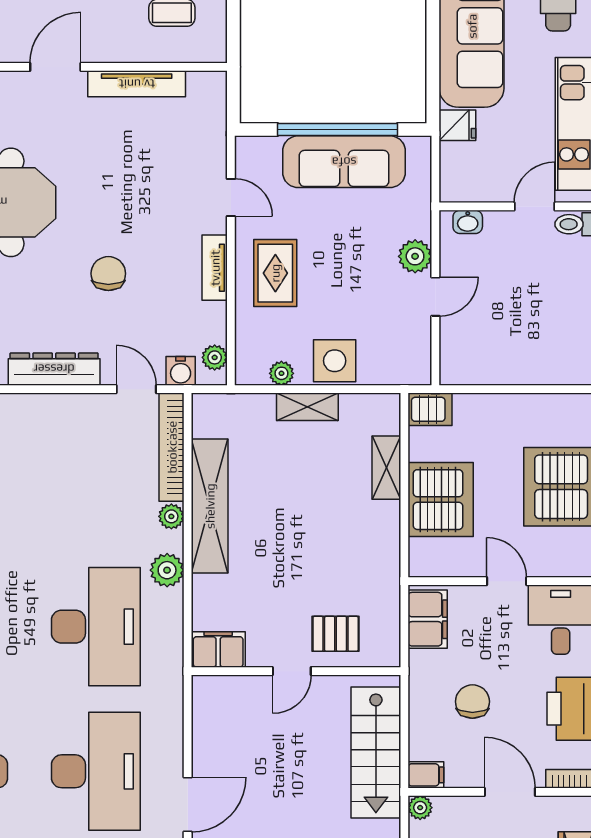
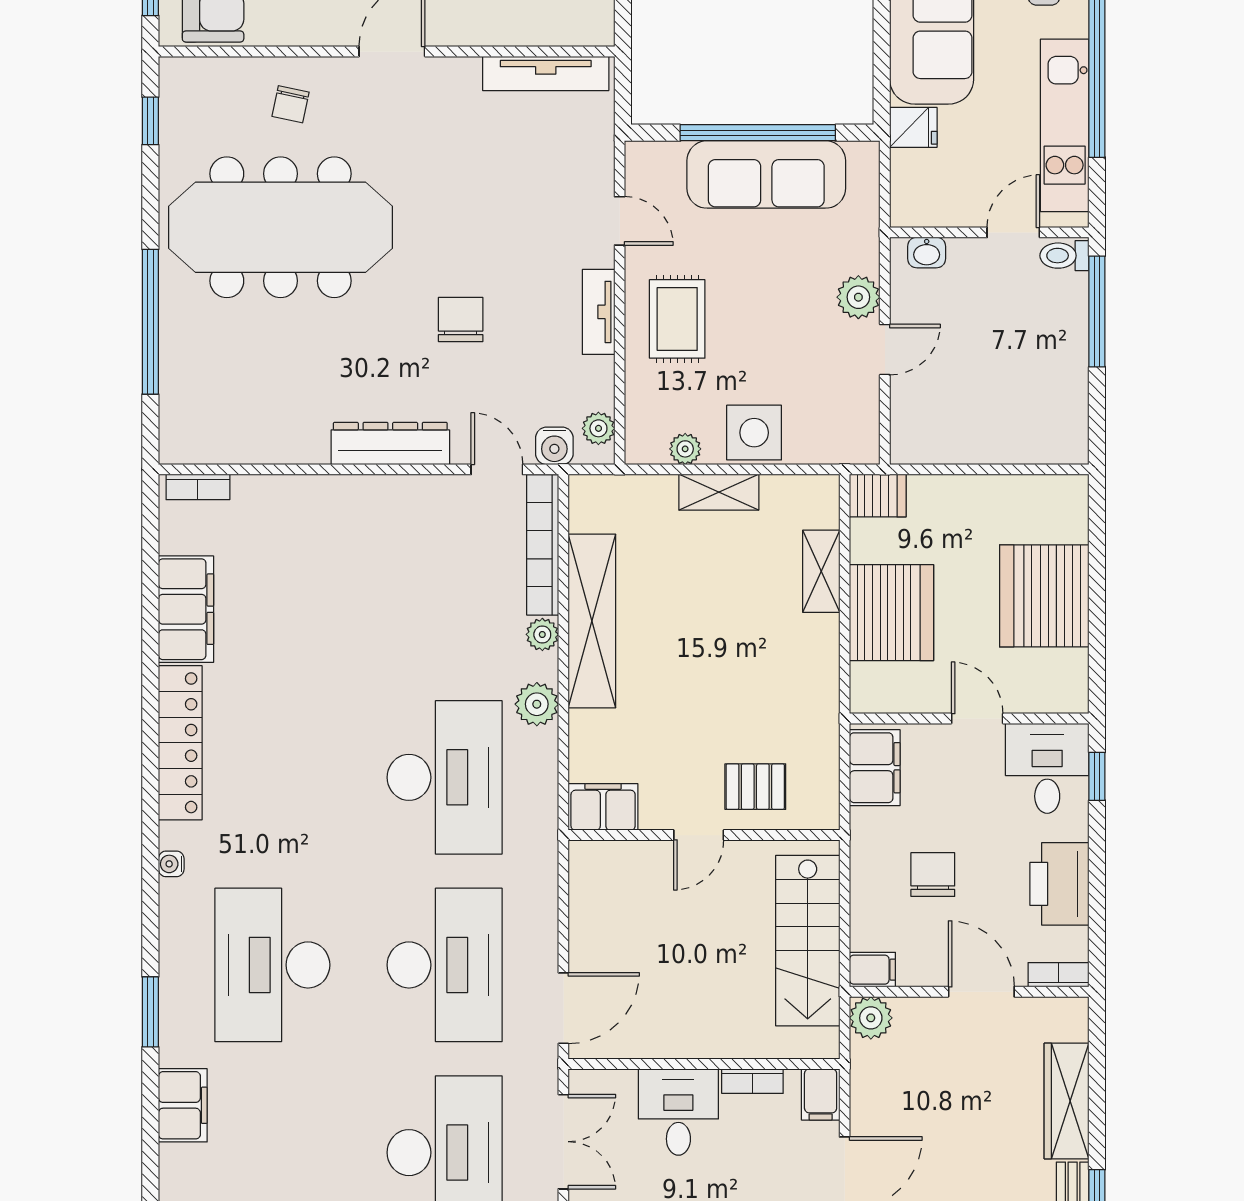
tv unit: (137, 84) -> (546, 73), moved
plant: (420, 808) -> (871, 1018), width x1.38, depth x1.38

